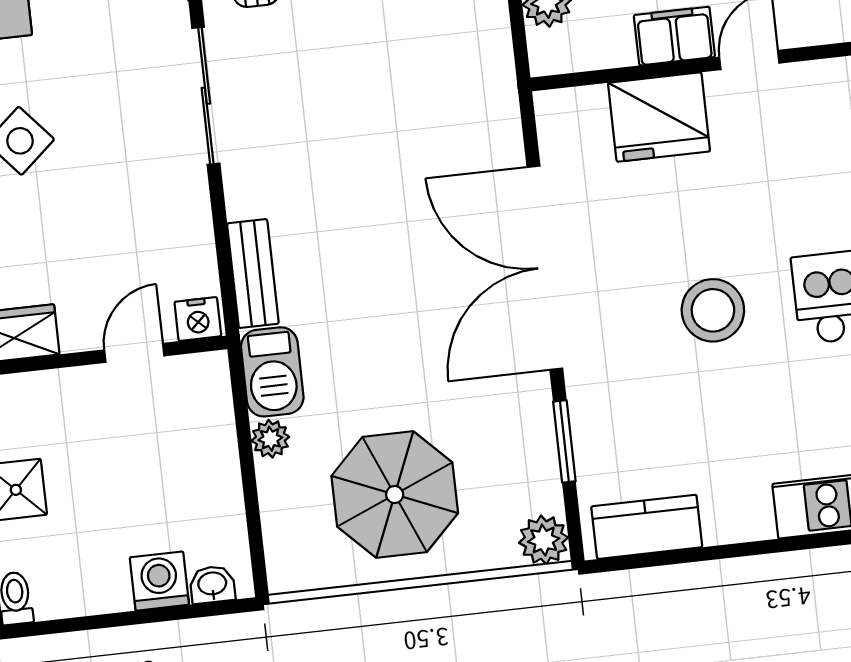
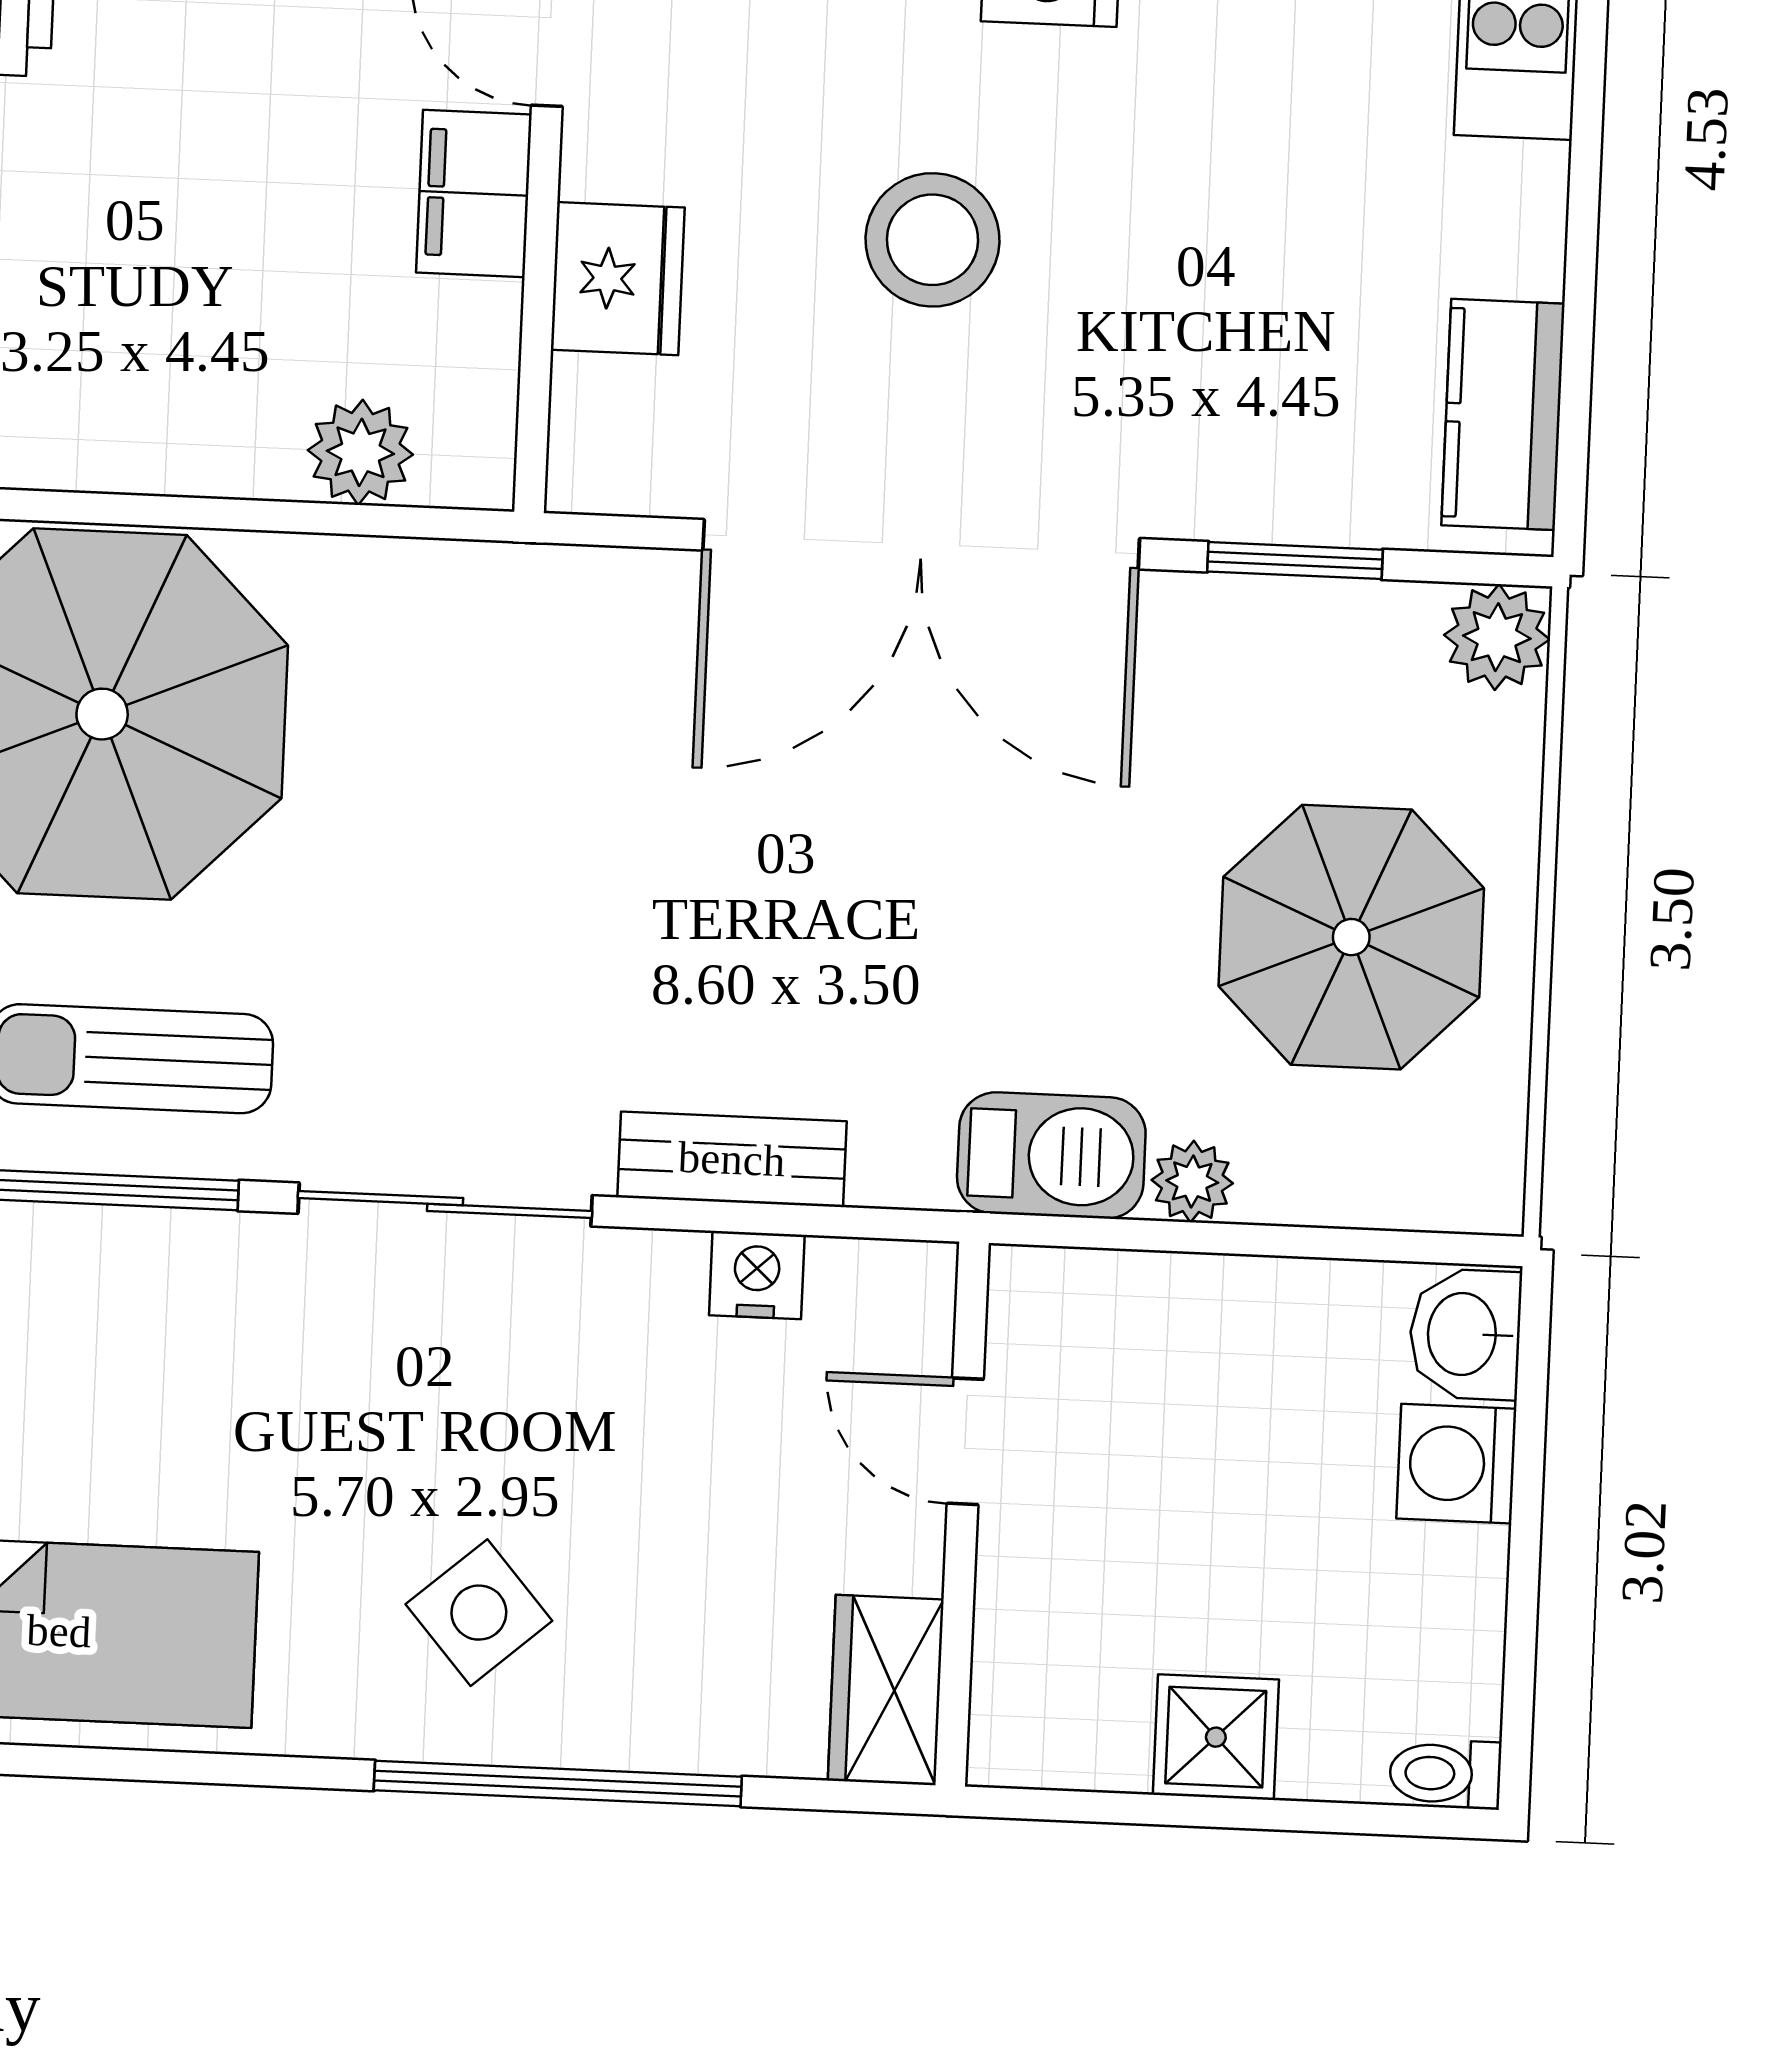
fridge: (659, 117) -> (618, 279), width x0.73, depth x0.75
bench: (253, 274) -> (732, 1159), moved
stool: (713, 310) -> (933, 240), moved
nightstand: (198, 319) -> (757, 1275), moved, turned -90
washbasin: (212, 584) -> (1465, 1334), width x1.38, depth x1.45

